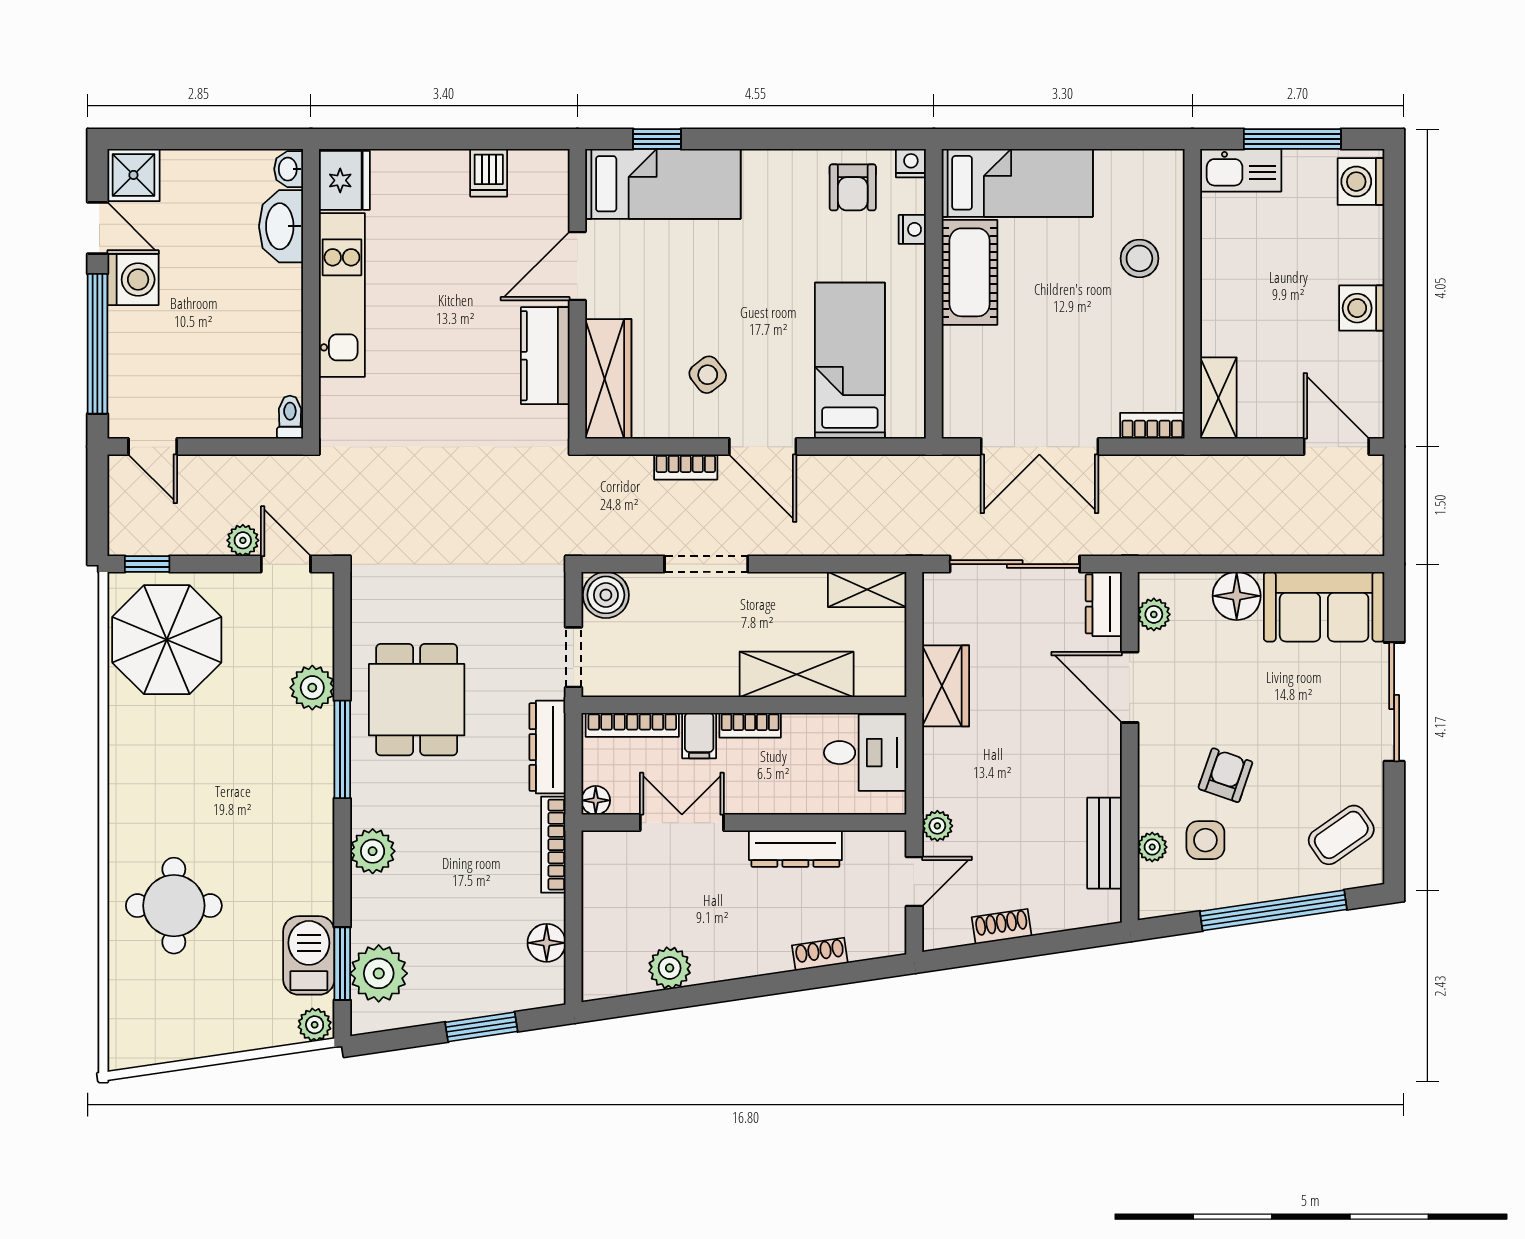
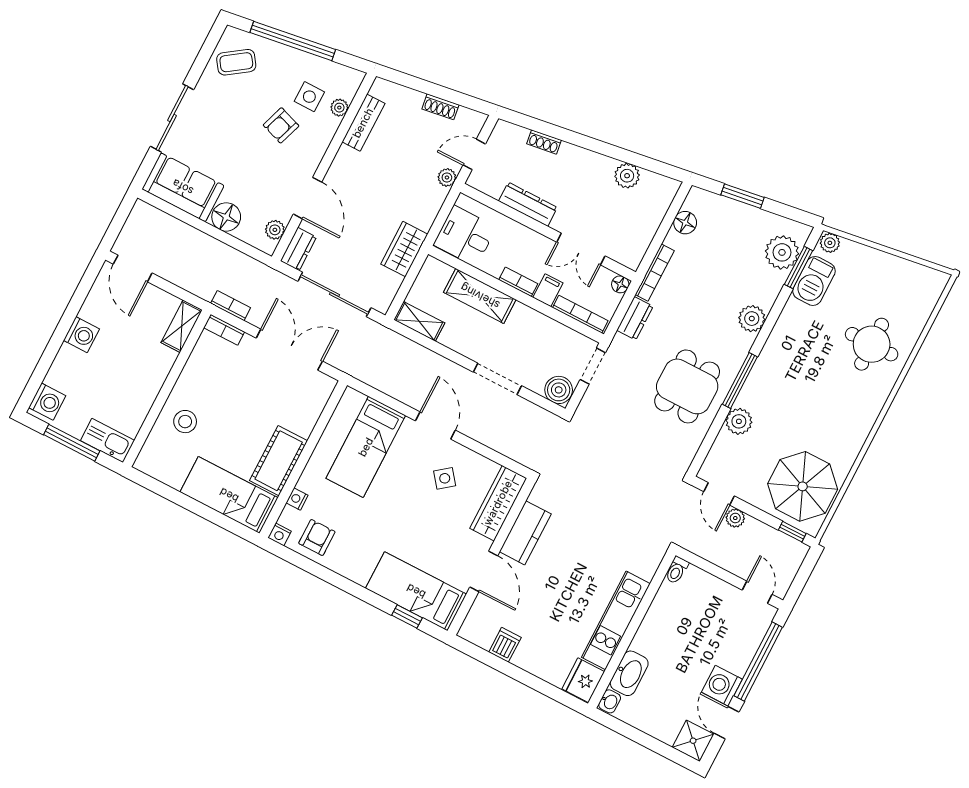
door: (577, 266) -> (484, 571), hinge flipped
bookcase: (686, 467) -> (231, 306), moved
dresser: (547, 747) -> (635, 318), width x0.70

